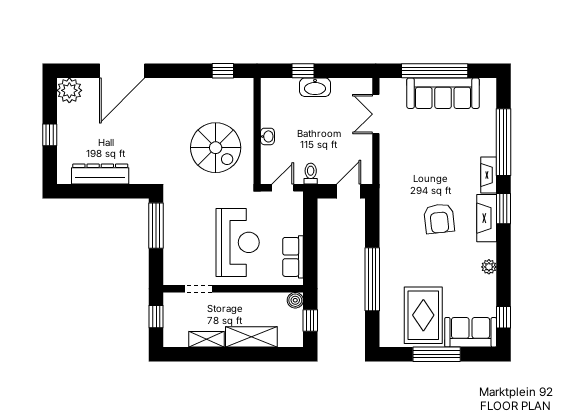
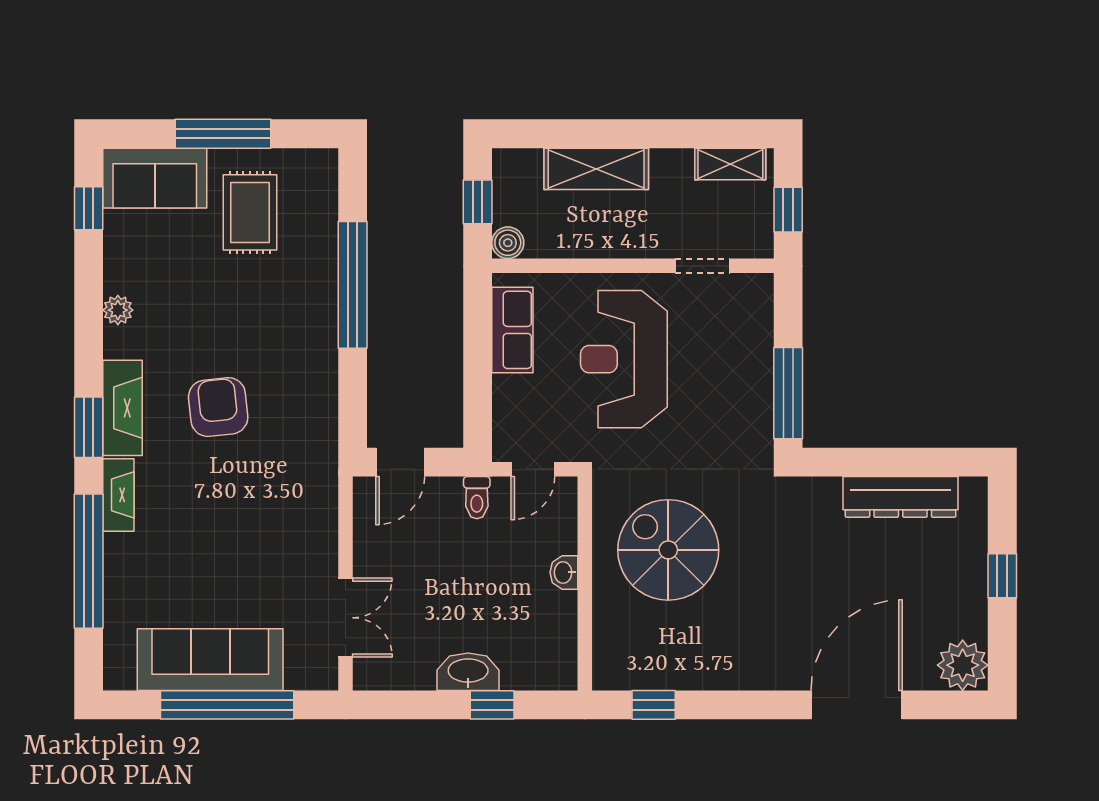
rug: (423, 315) -> (250, 212), width x0.73, depth x0.70
shelving: (207, 339) -> (730, 164), moved

